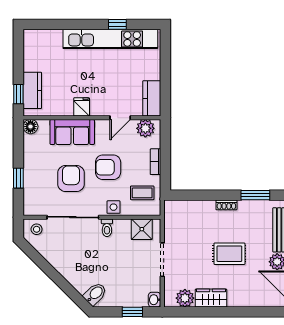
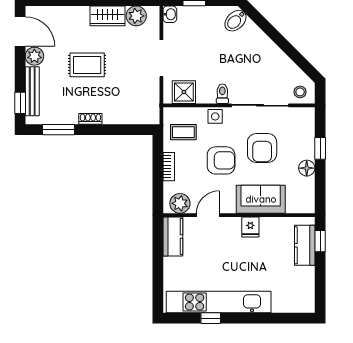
floor lamp: (30, 127) -> (307, 168), moved

